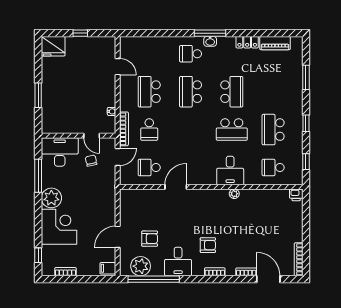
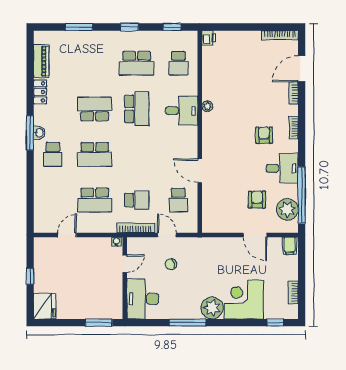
wall: (79, 136) -> (125, 278), moved
door: (92, 136) -> (125, 264), moved
desk: (60, 152) -> (143, 299), moved

